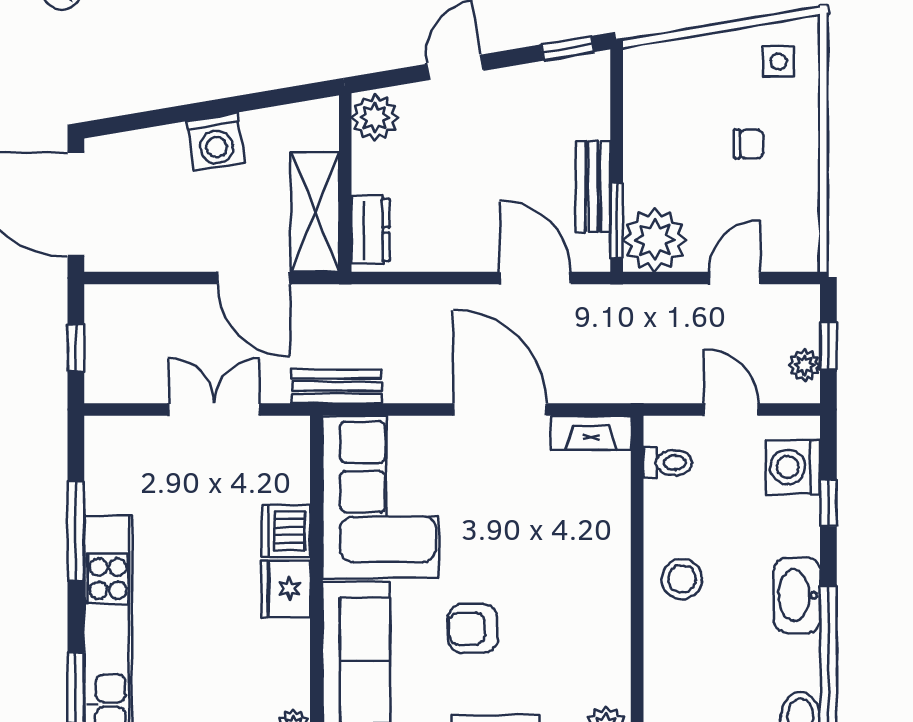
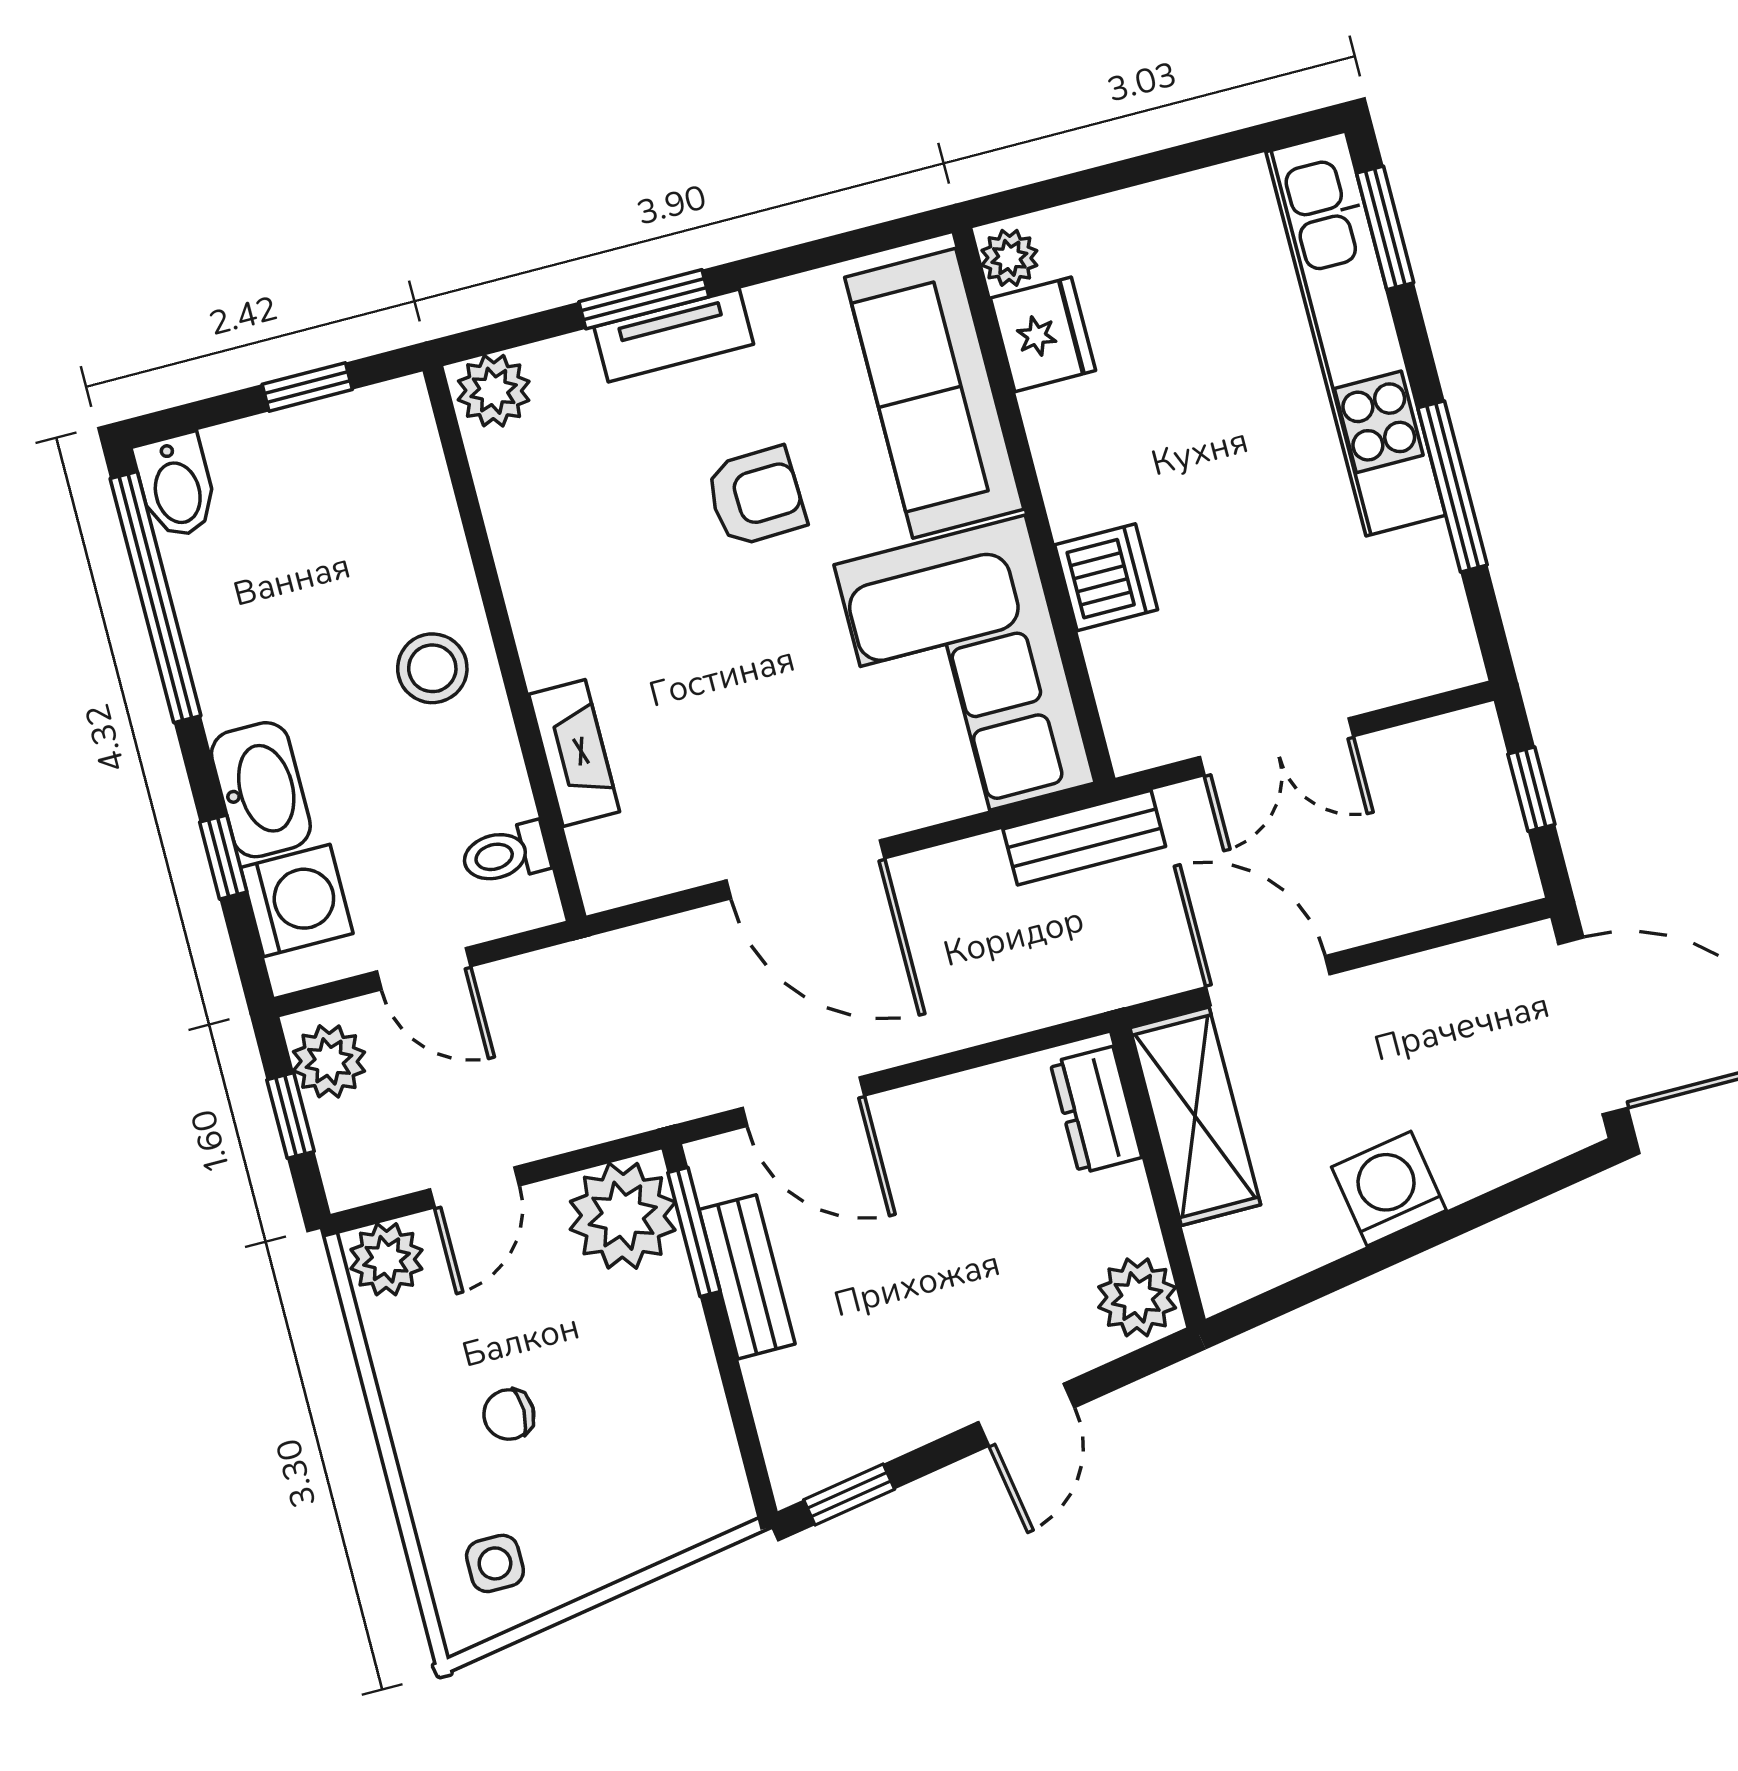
plant: (795, 250) -> (386, 1259), added
plant: (804, 365) -> (329, 1061), width x1.38, depth x1.38
fireplace: (591, 433) -> (574, 753), moved, turned 90
fridge: (286, 589) -> (1043, 334), moved
washbasin: (797, 595) -> (261, 790), moved

